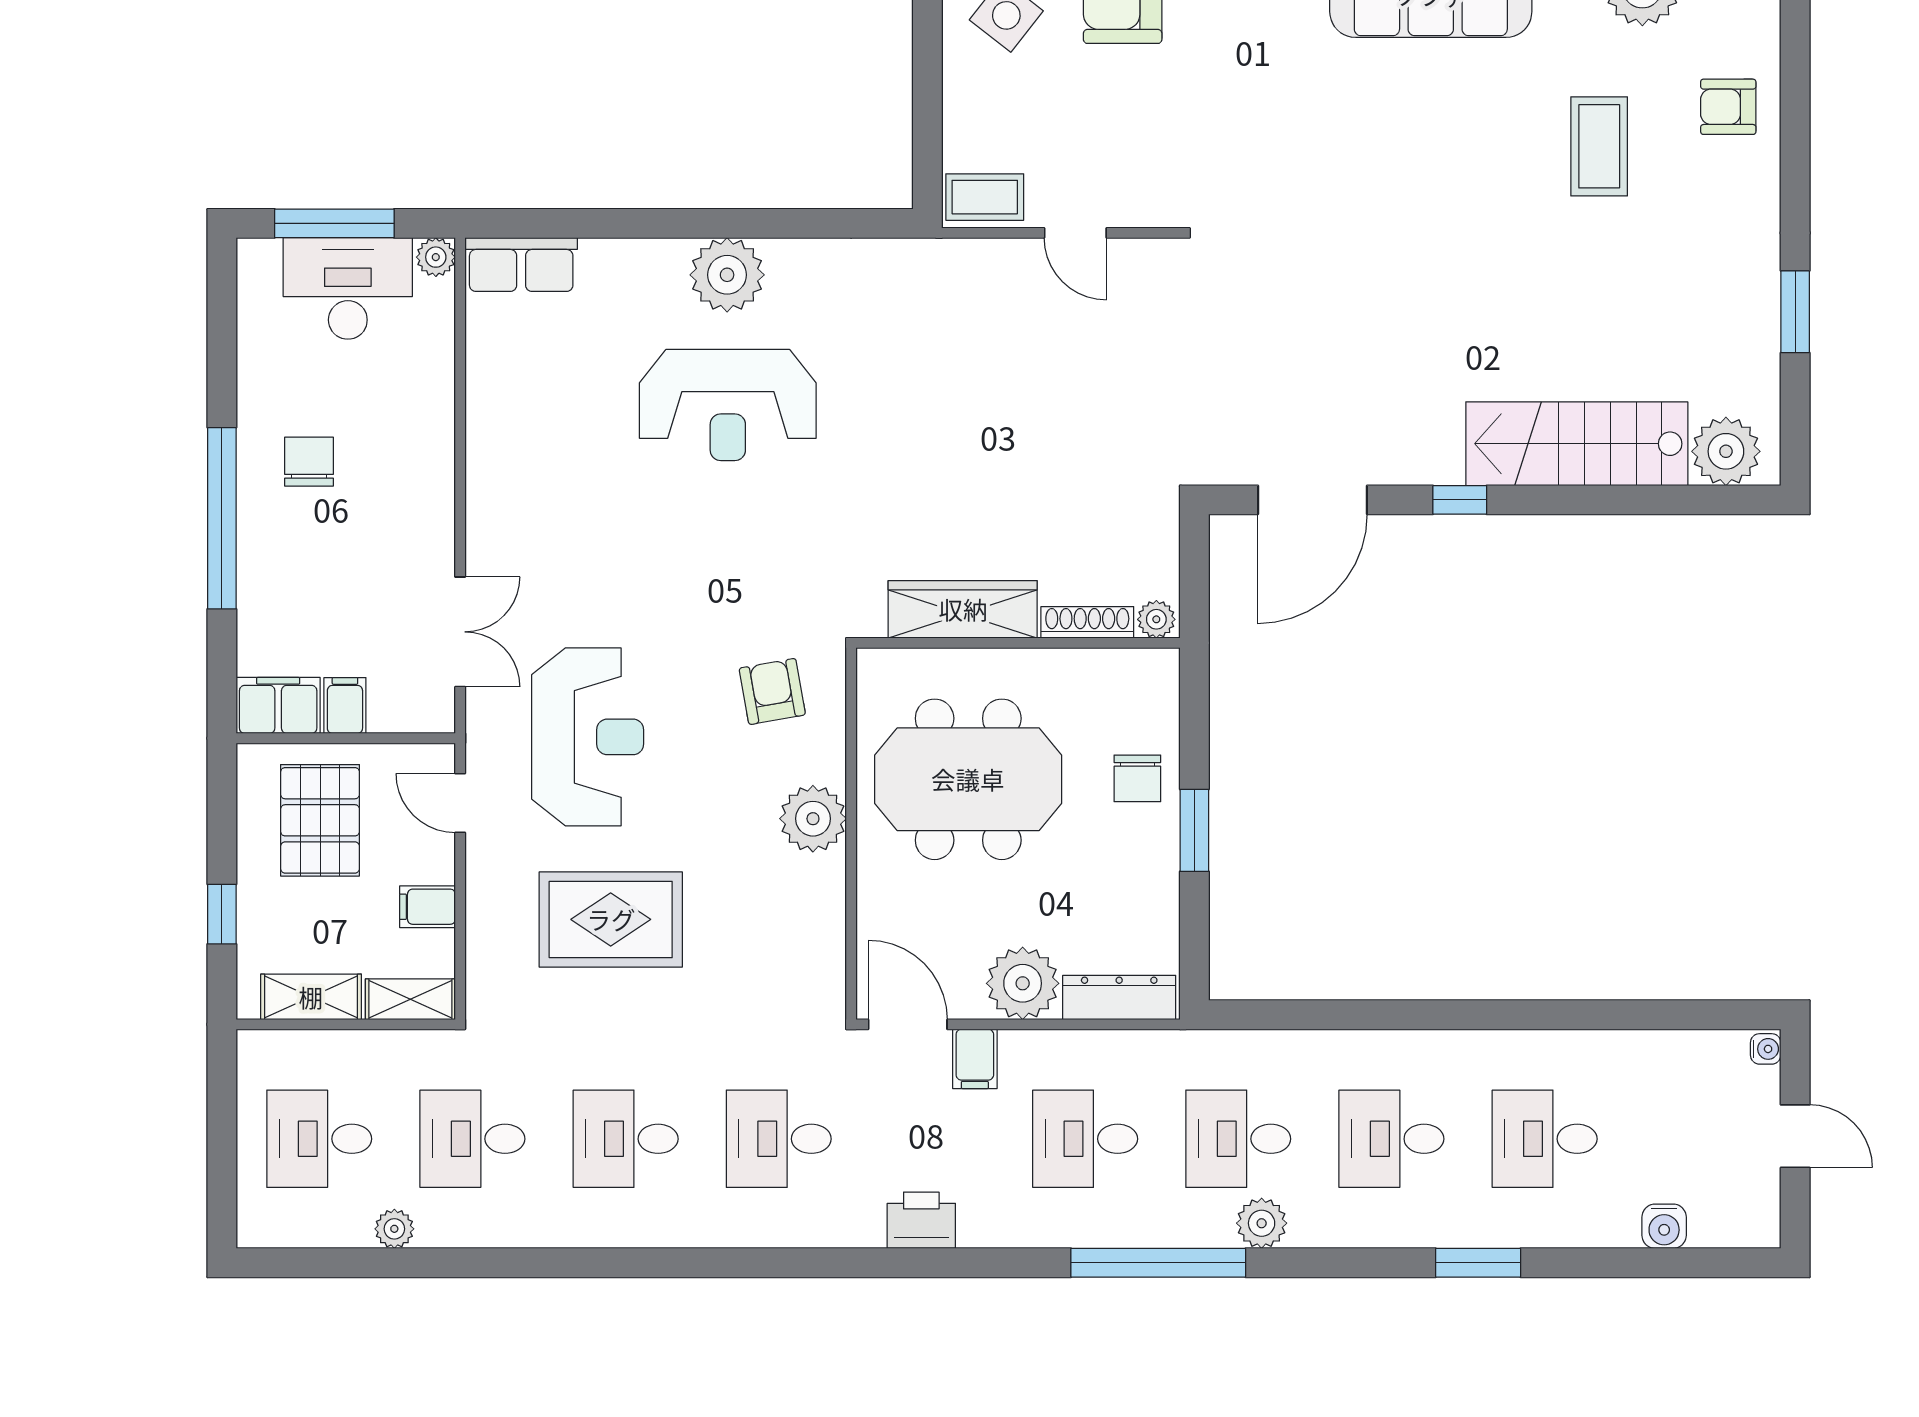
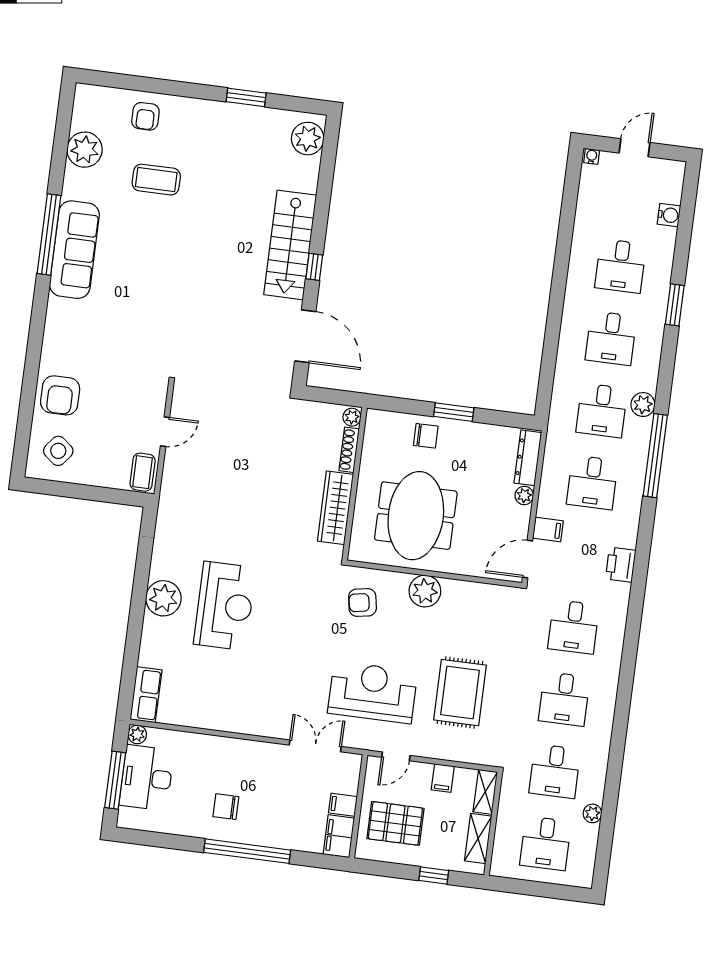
stairs: (1577, 444) -> (290, 245), moved
plant: (1023, 983) -> (524, 495), width x0.53, depth x0.53

